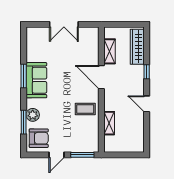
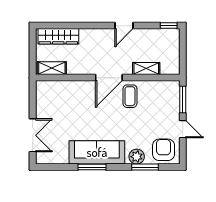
double door: (64, 24) -> (33, 135), moved
shelving: (110, 51) -> (52, 68), moved
window: (147, 72) -> (169, 26), moved
door: (101, 77) -> (109, 78), moved
sofa: (36, 80) -> (97, 152), width x1.36

